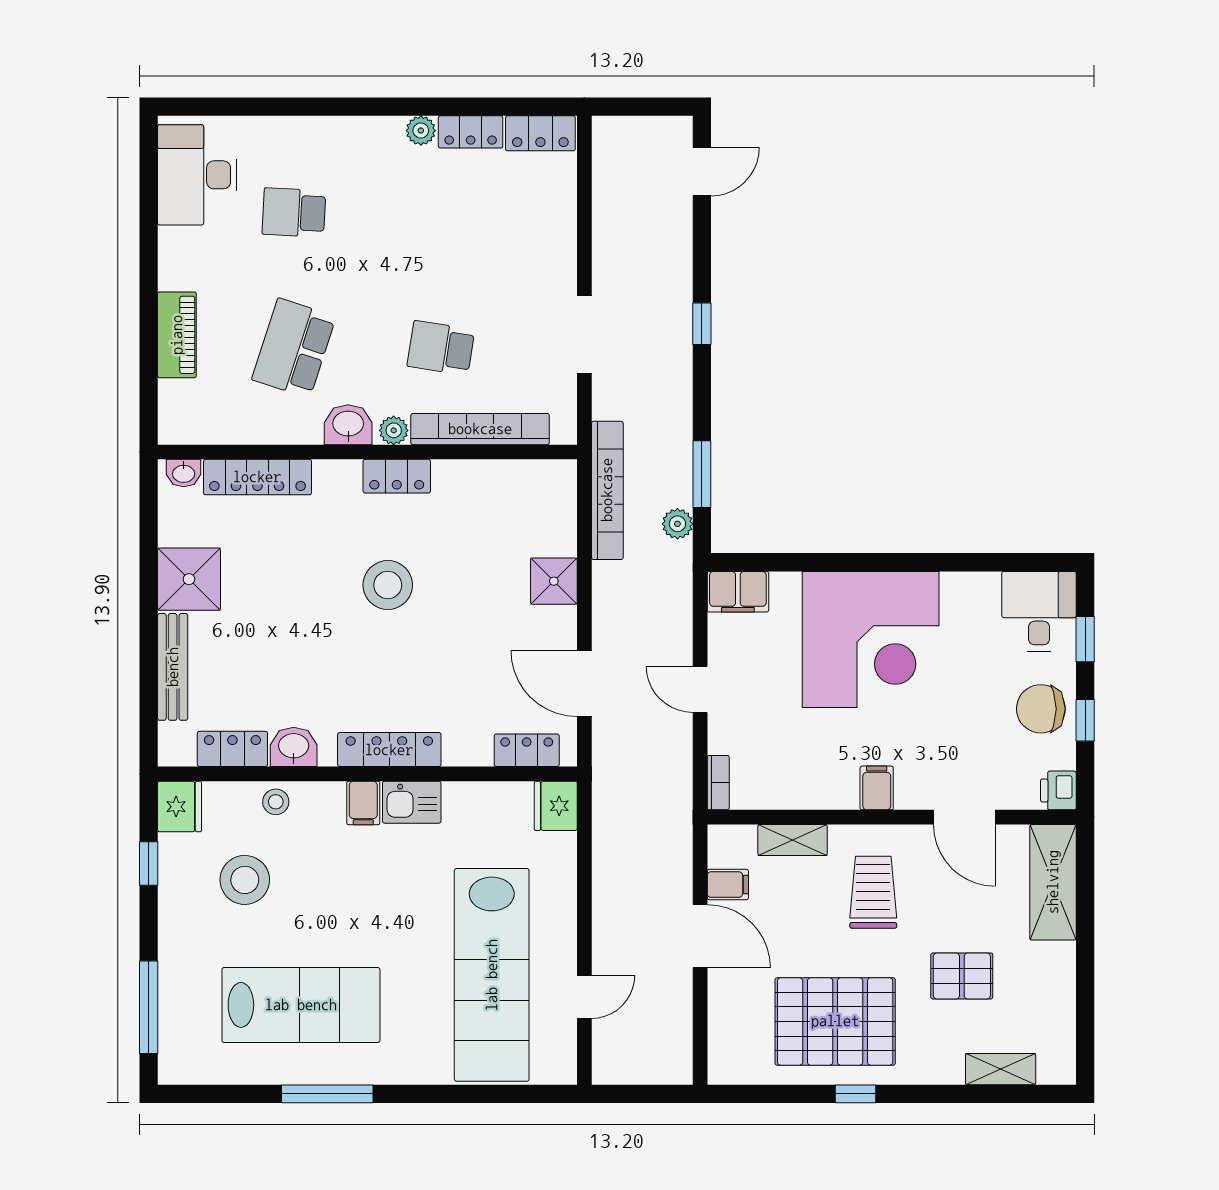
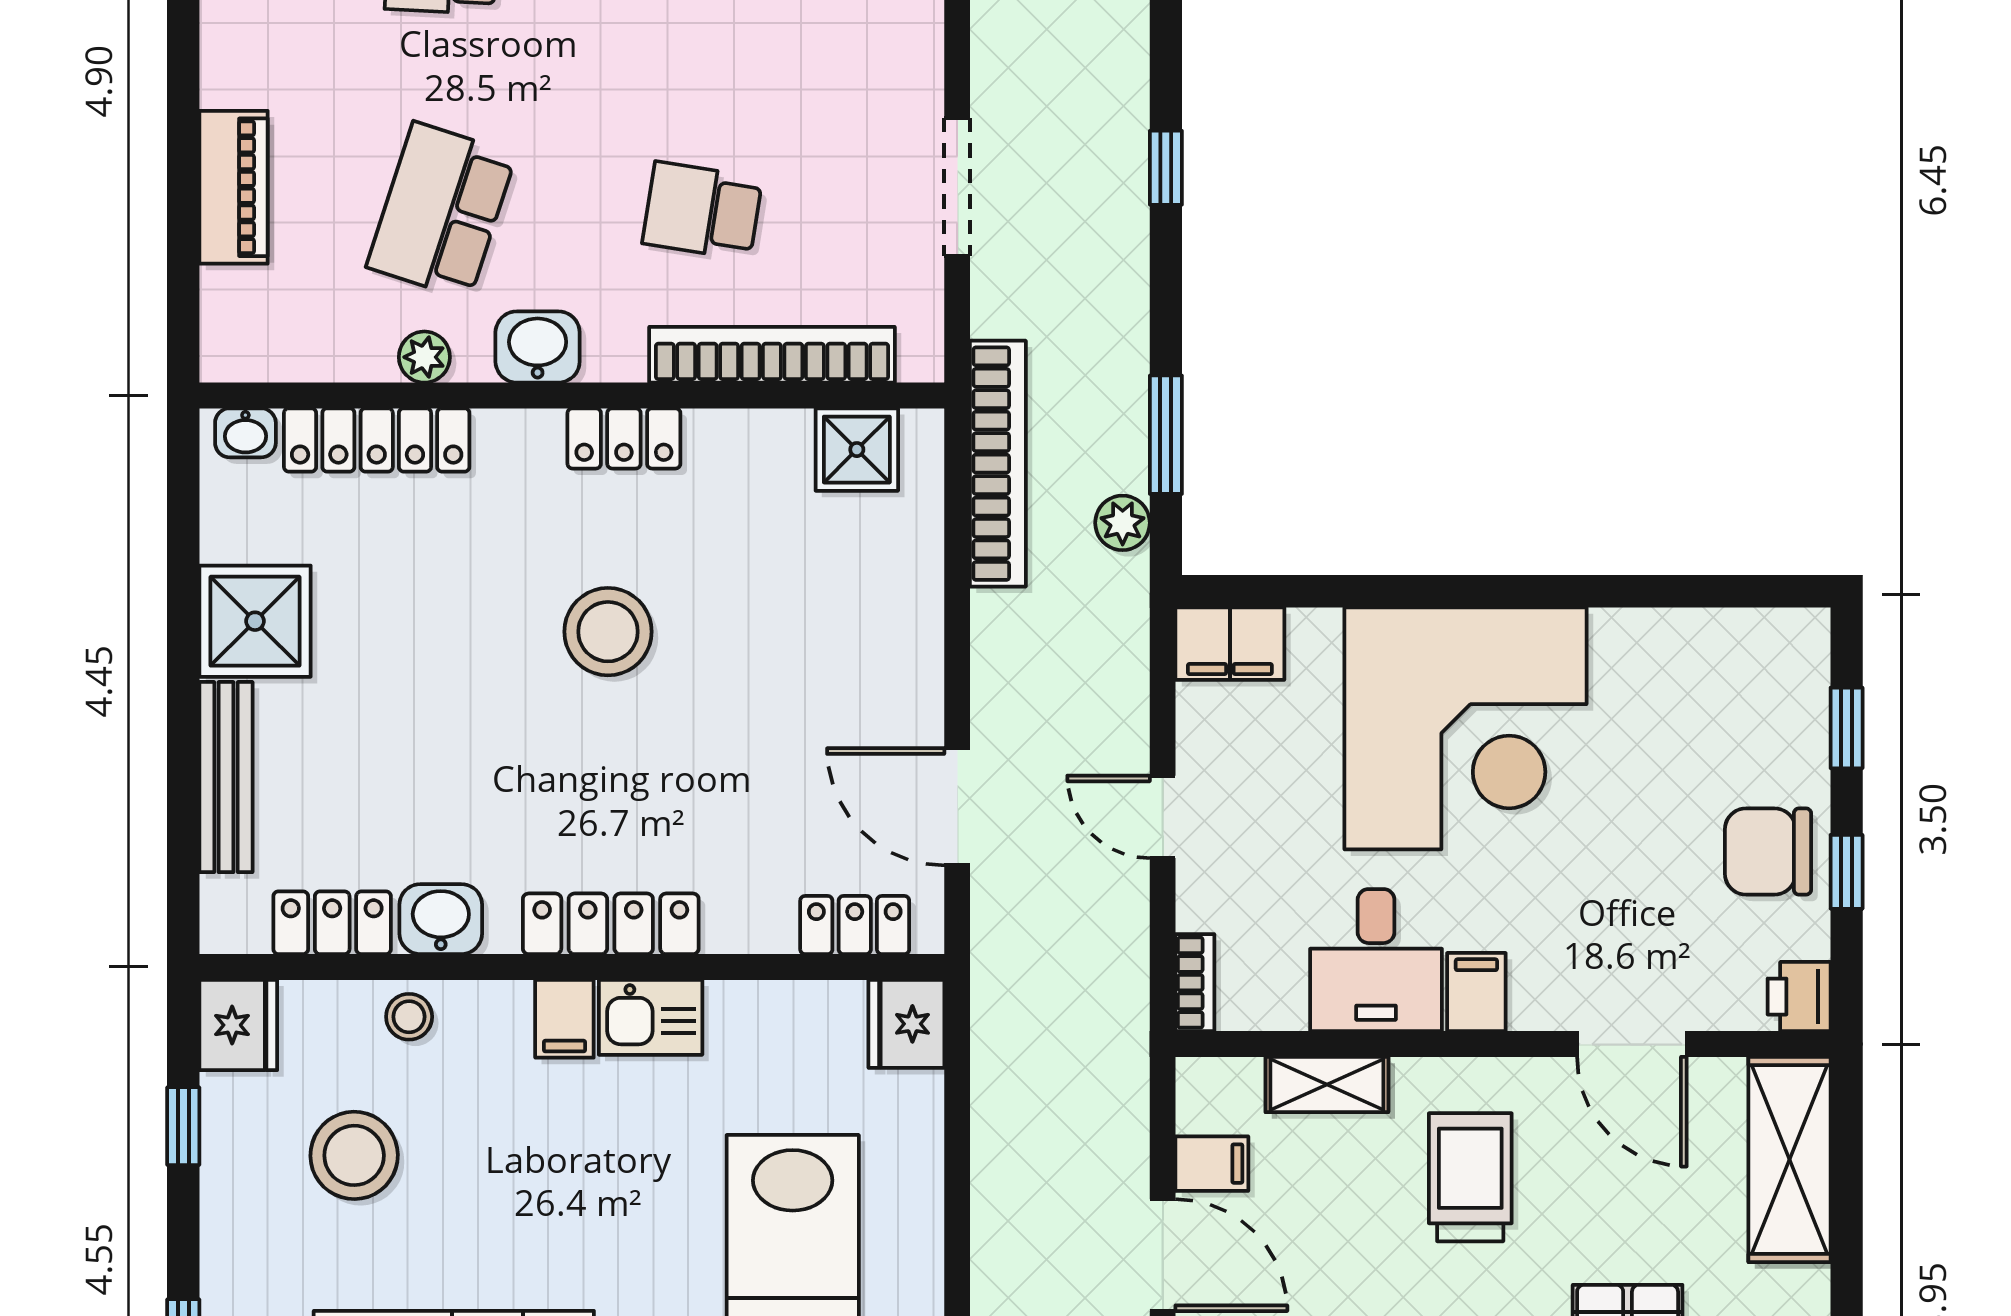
plant: (394, 430) -> (424, 357), moved
shower: (554, 581) -> (857, 450), moved
desk: (1039, 611) -> (1376, 960), moved, turned 180

